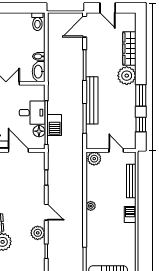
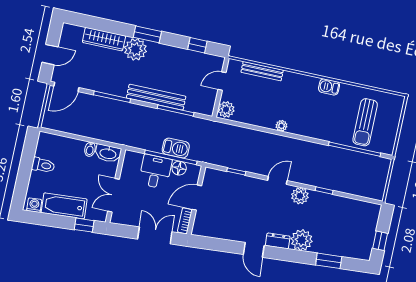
toilet: (37, 22) -> (43, 165), moved
door: (85, 27) -> (66, 87), hinge flipped
window: (141, 95) -> (147, 34), moved
barbecue: (130, 215) -> (329, 87), moved

